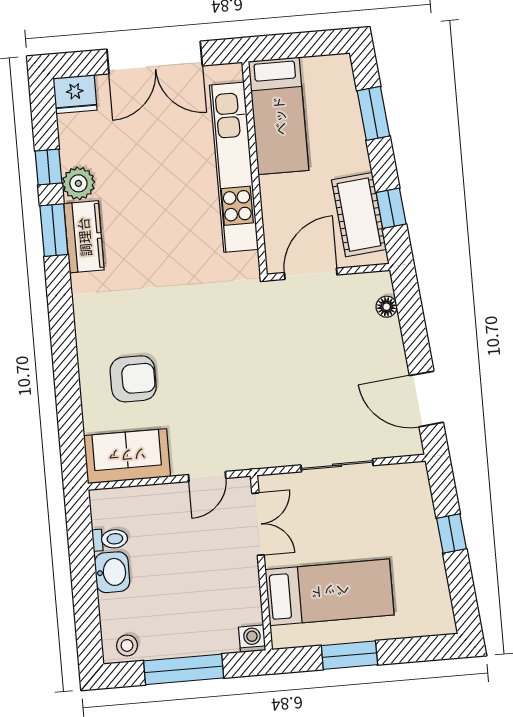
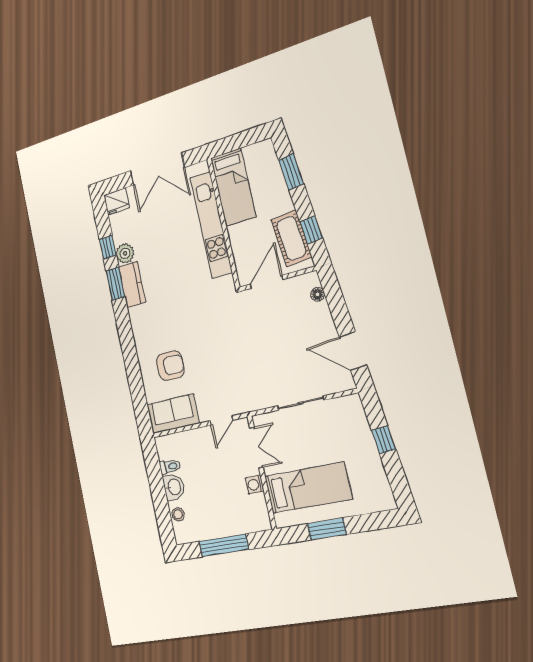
washing machine: (252, 639) -> (255, 485), moved, turned -90
stool: (127, 645) -> (178, 514), moved

